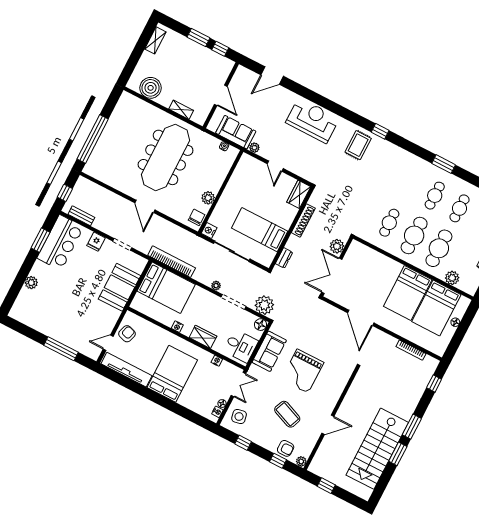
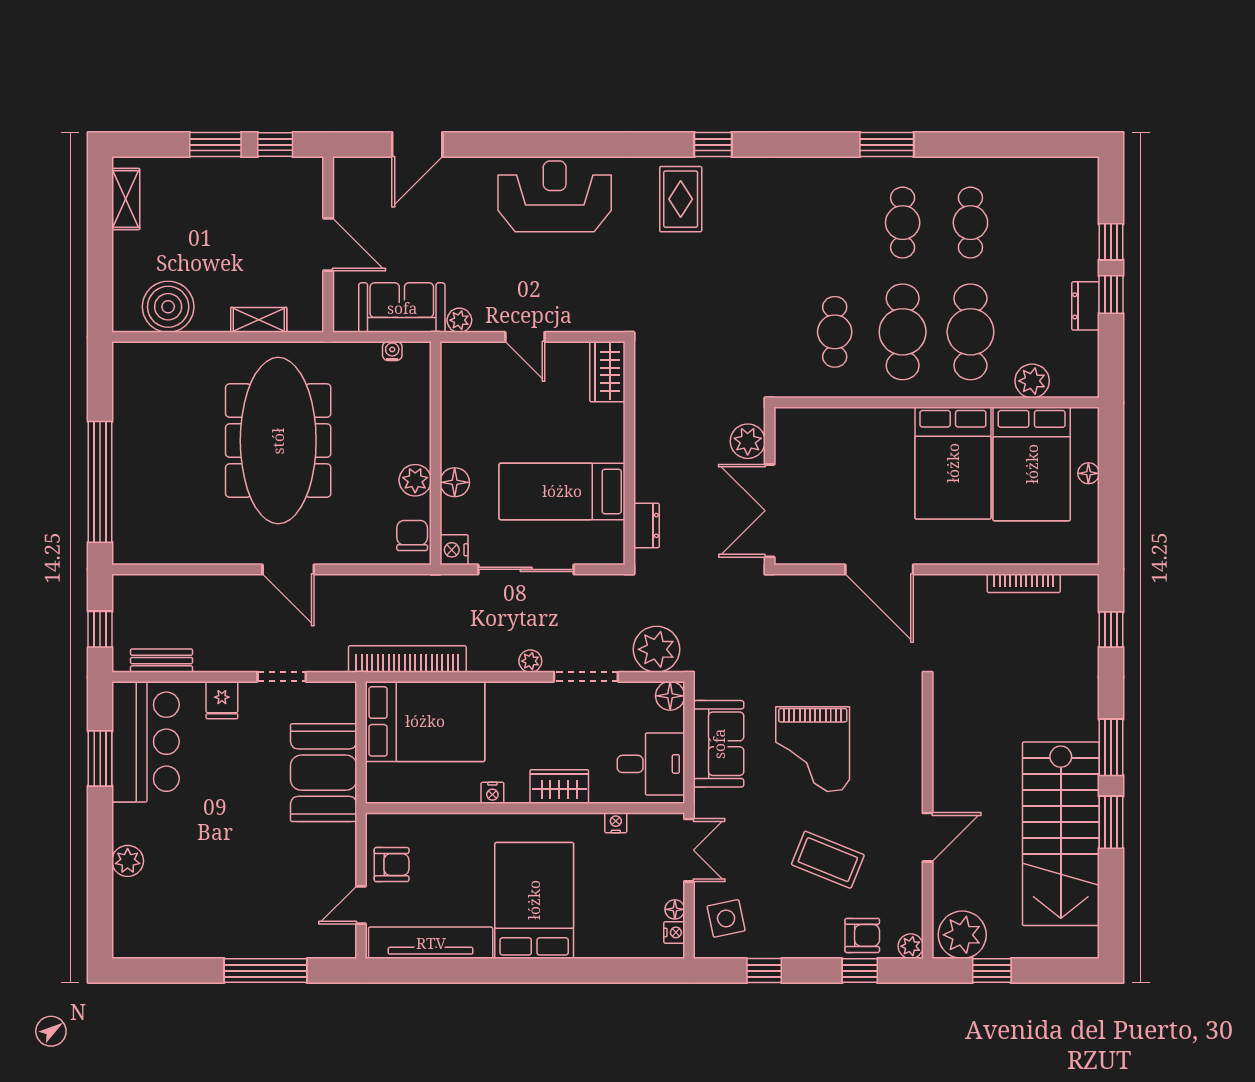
floor lamp: (222, 206) -> (455, 482), added
shoe rack: (303, 220) -> (646, 423), removed
armchair: (127, 334) -> (392, 865), turned 74
plant: (322, 467) -> (962, 935), added

